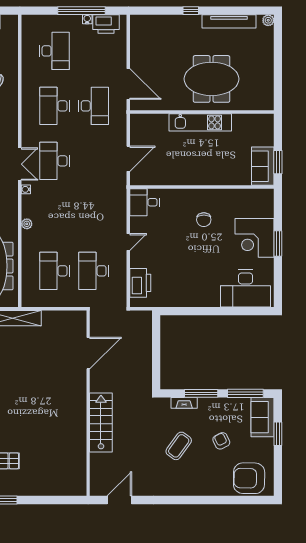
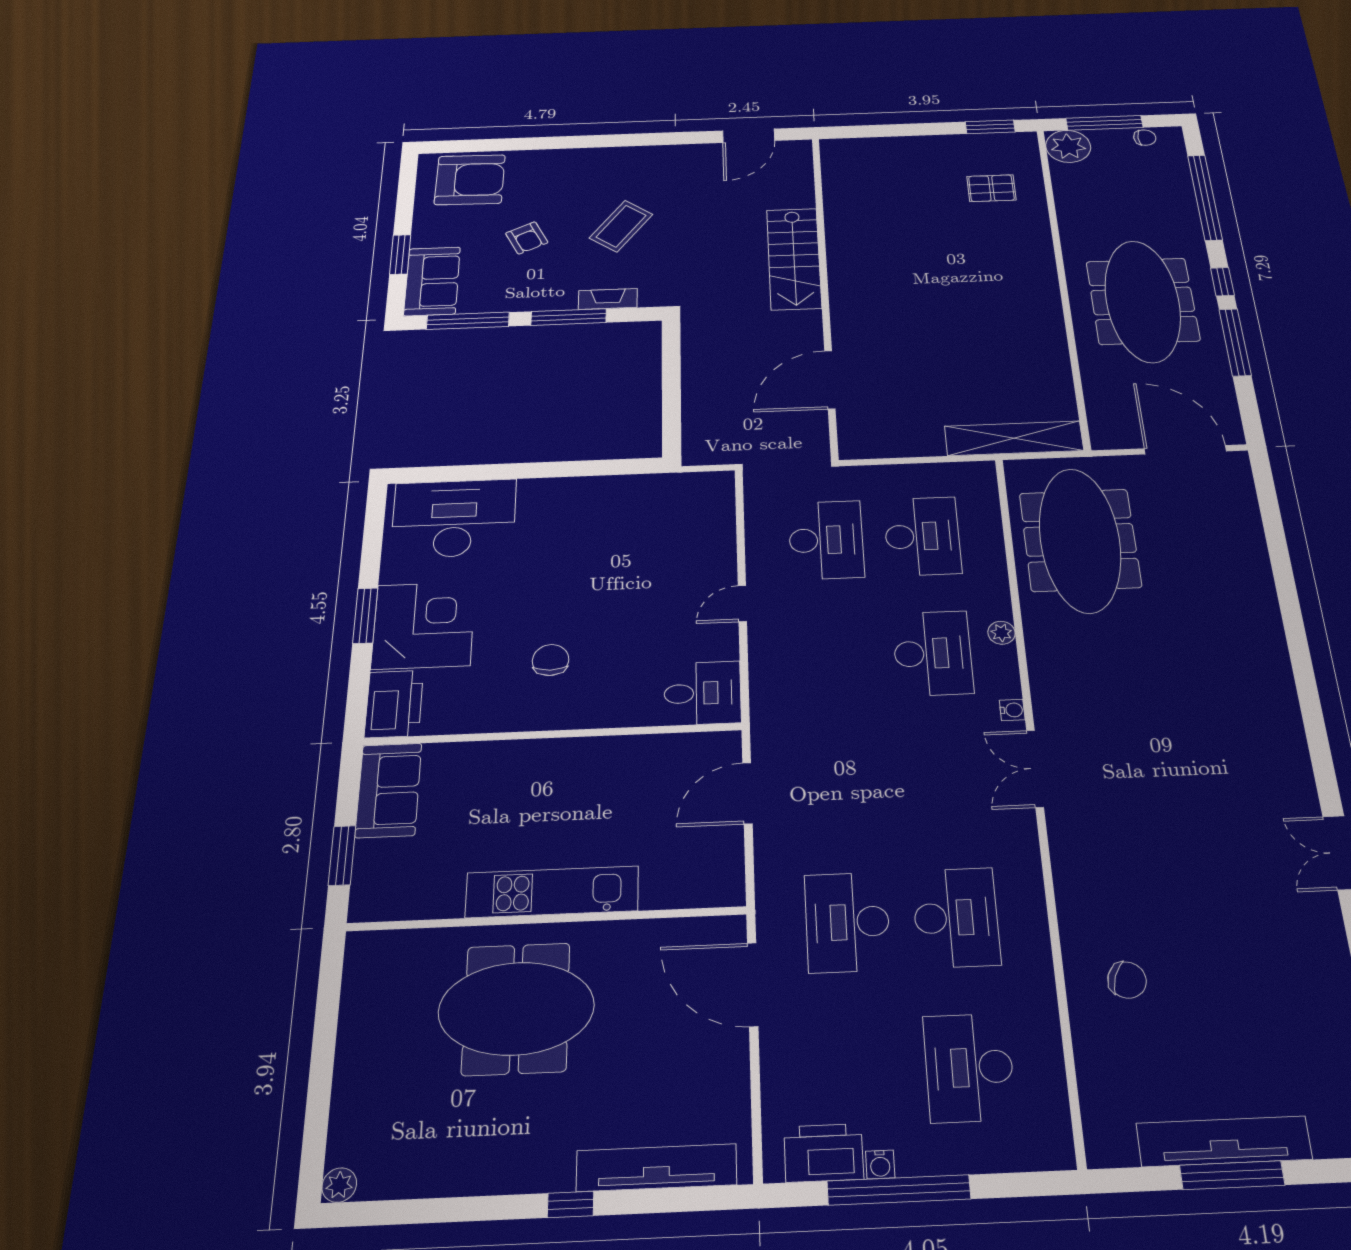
tv unit: (229, 21) -> (656, 1168), moved
desk: (55, 161) -> (933, 653), moved
window: (278, 162) -> (342, 855), moved
printer: (140, 283) -> (394, 704), moved, turned 180

